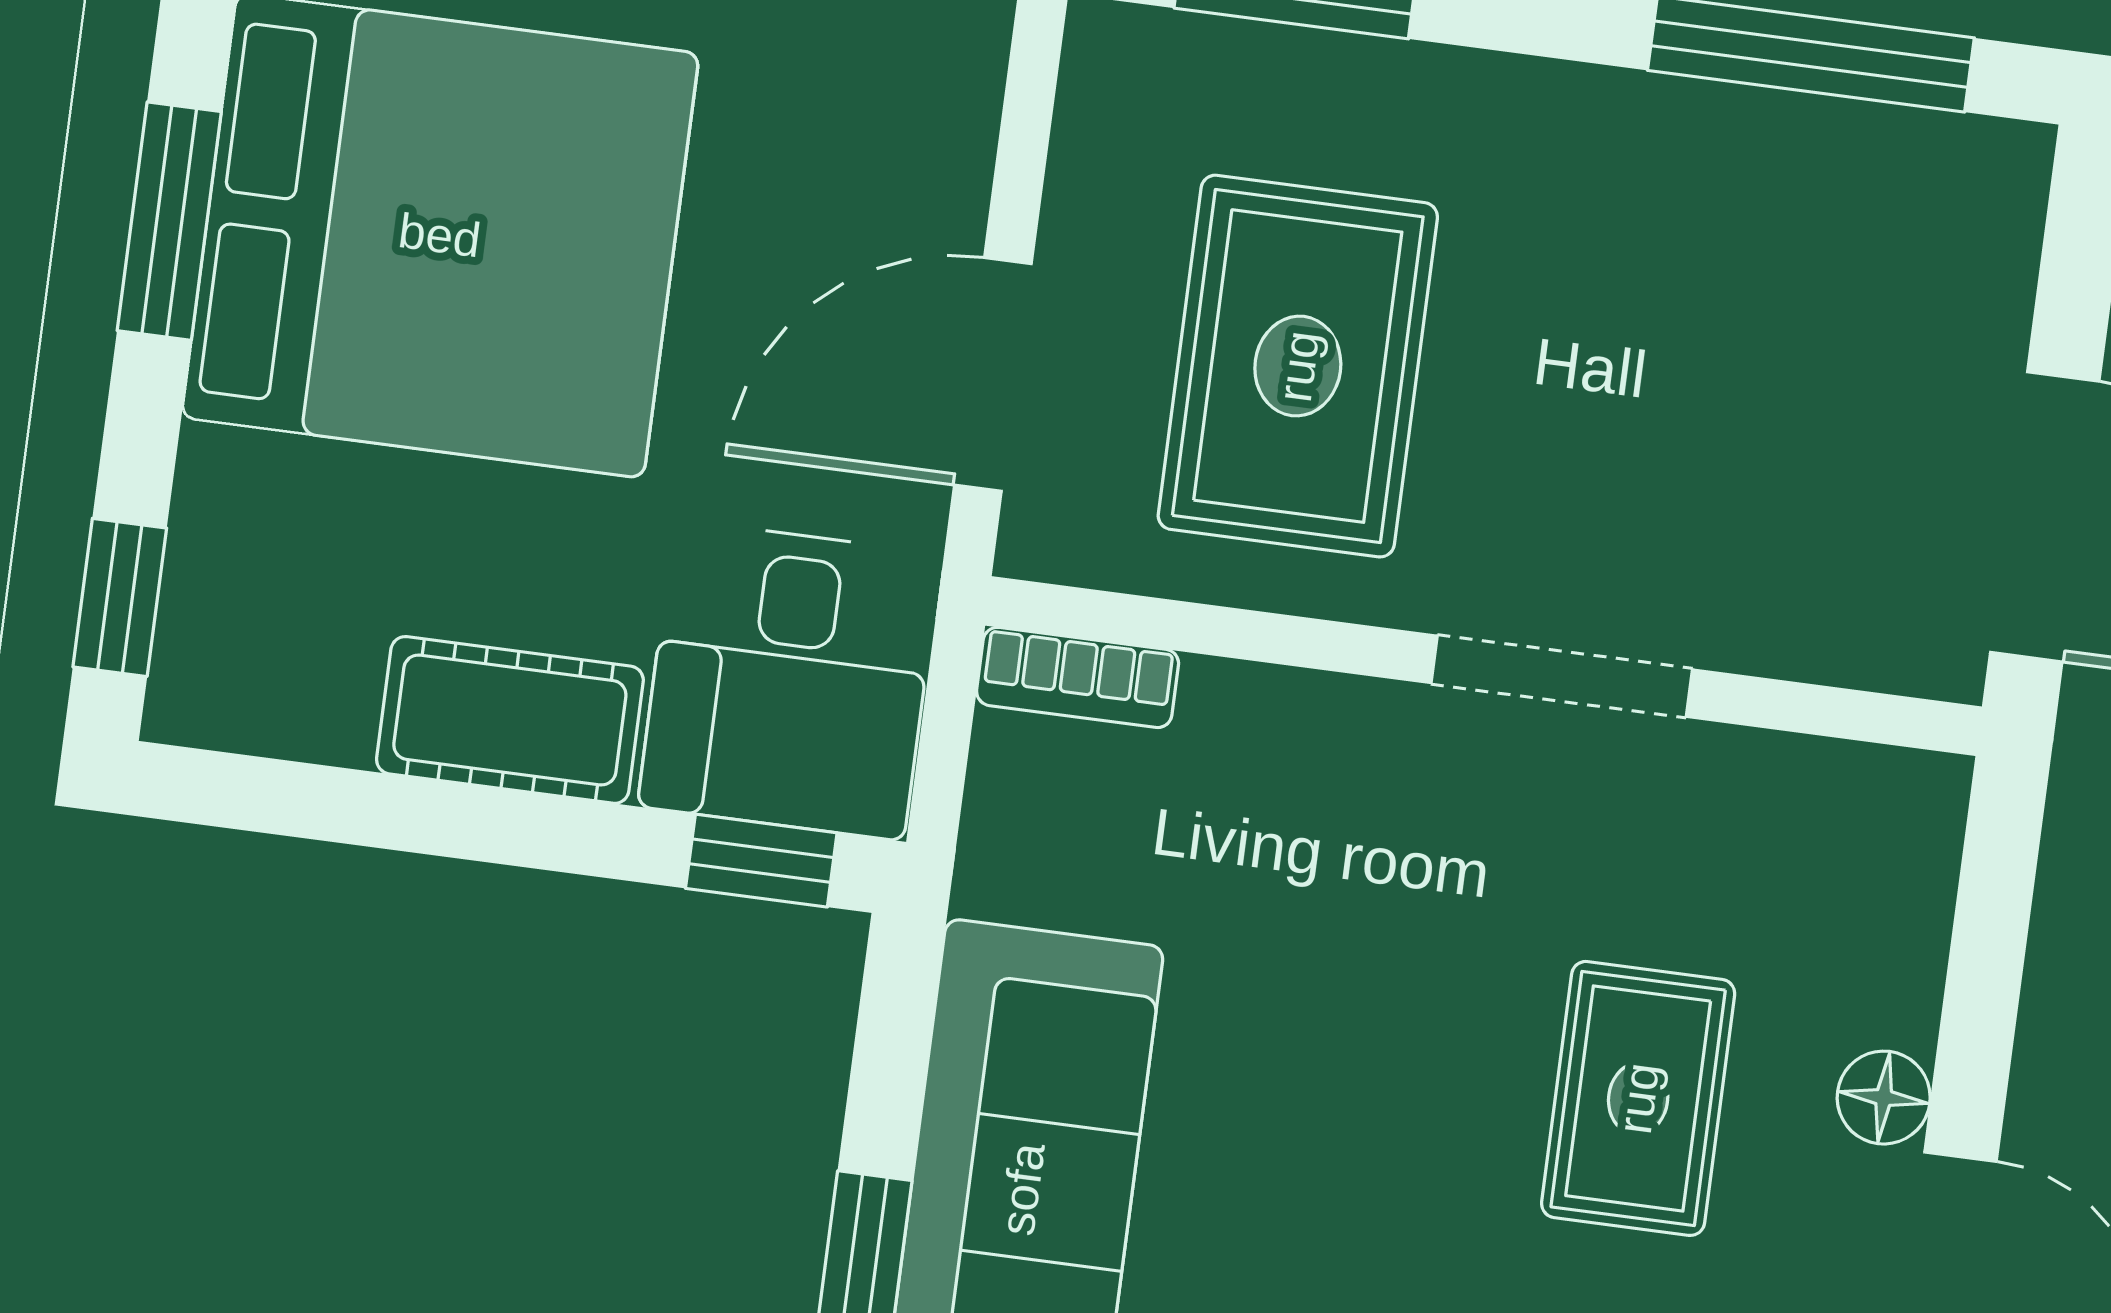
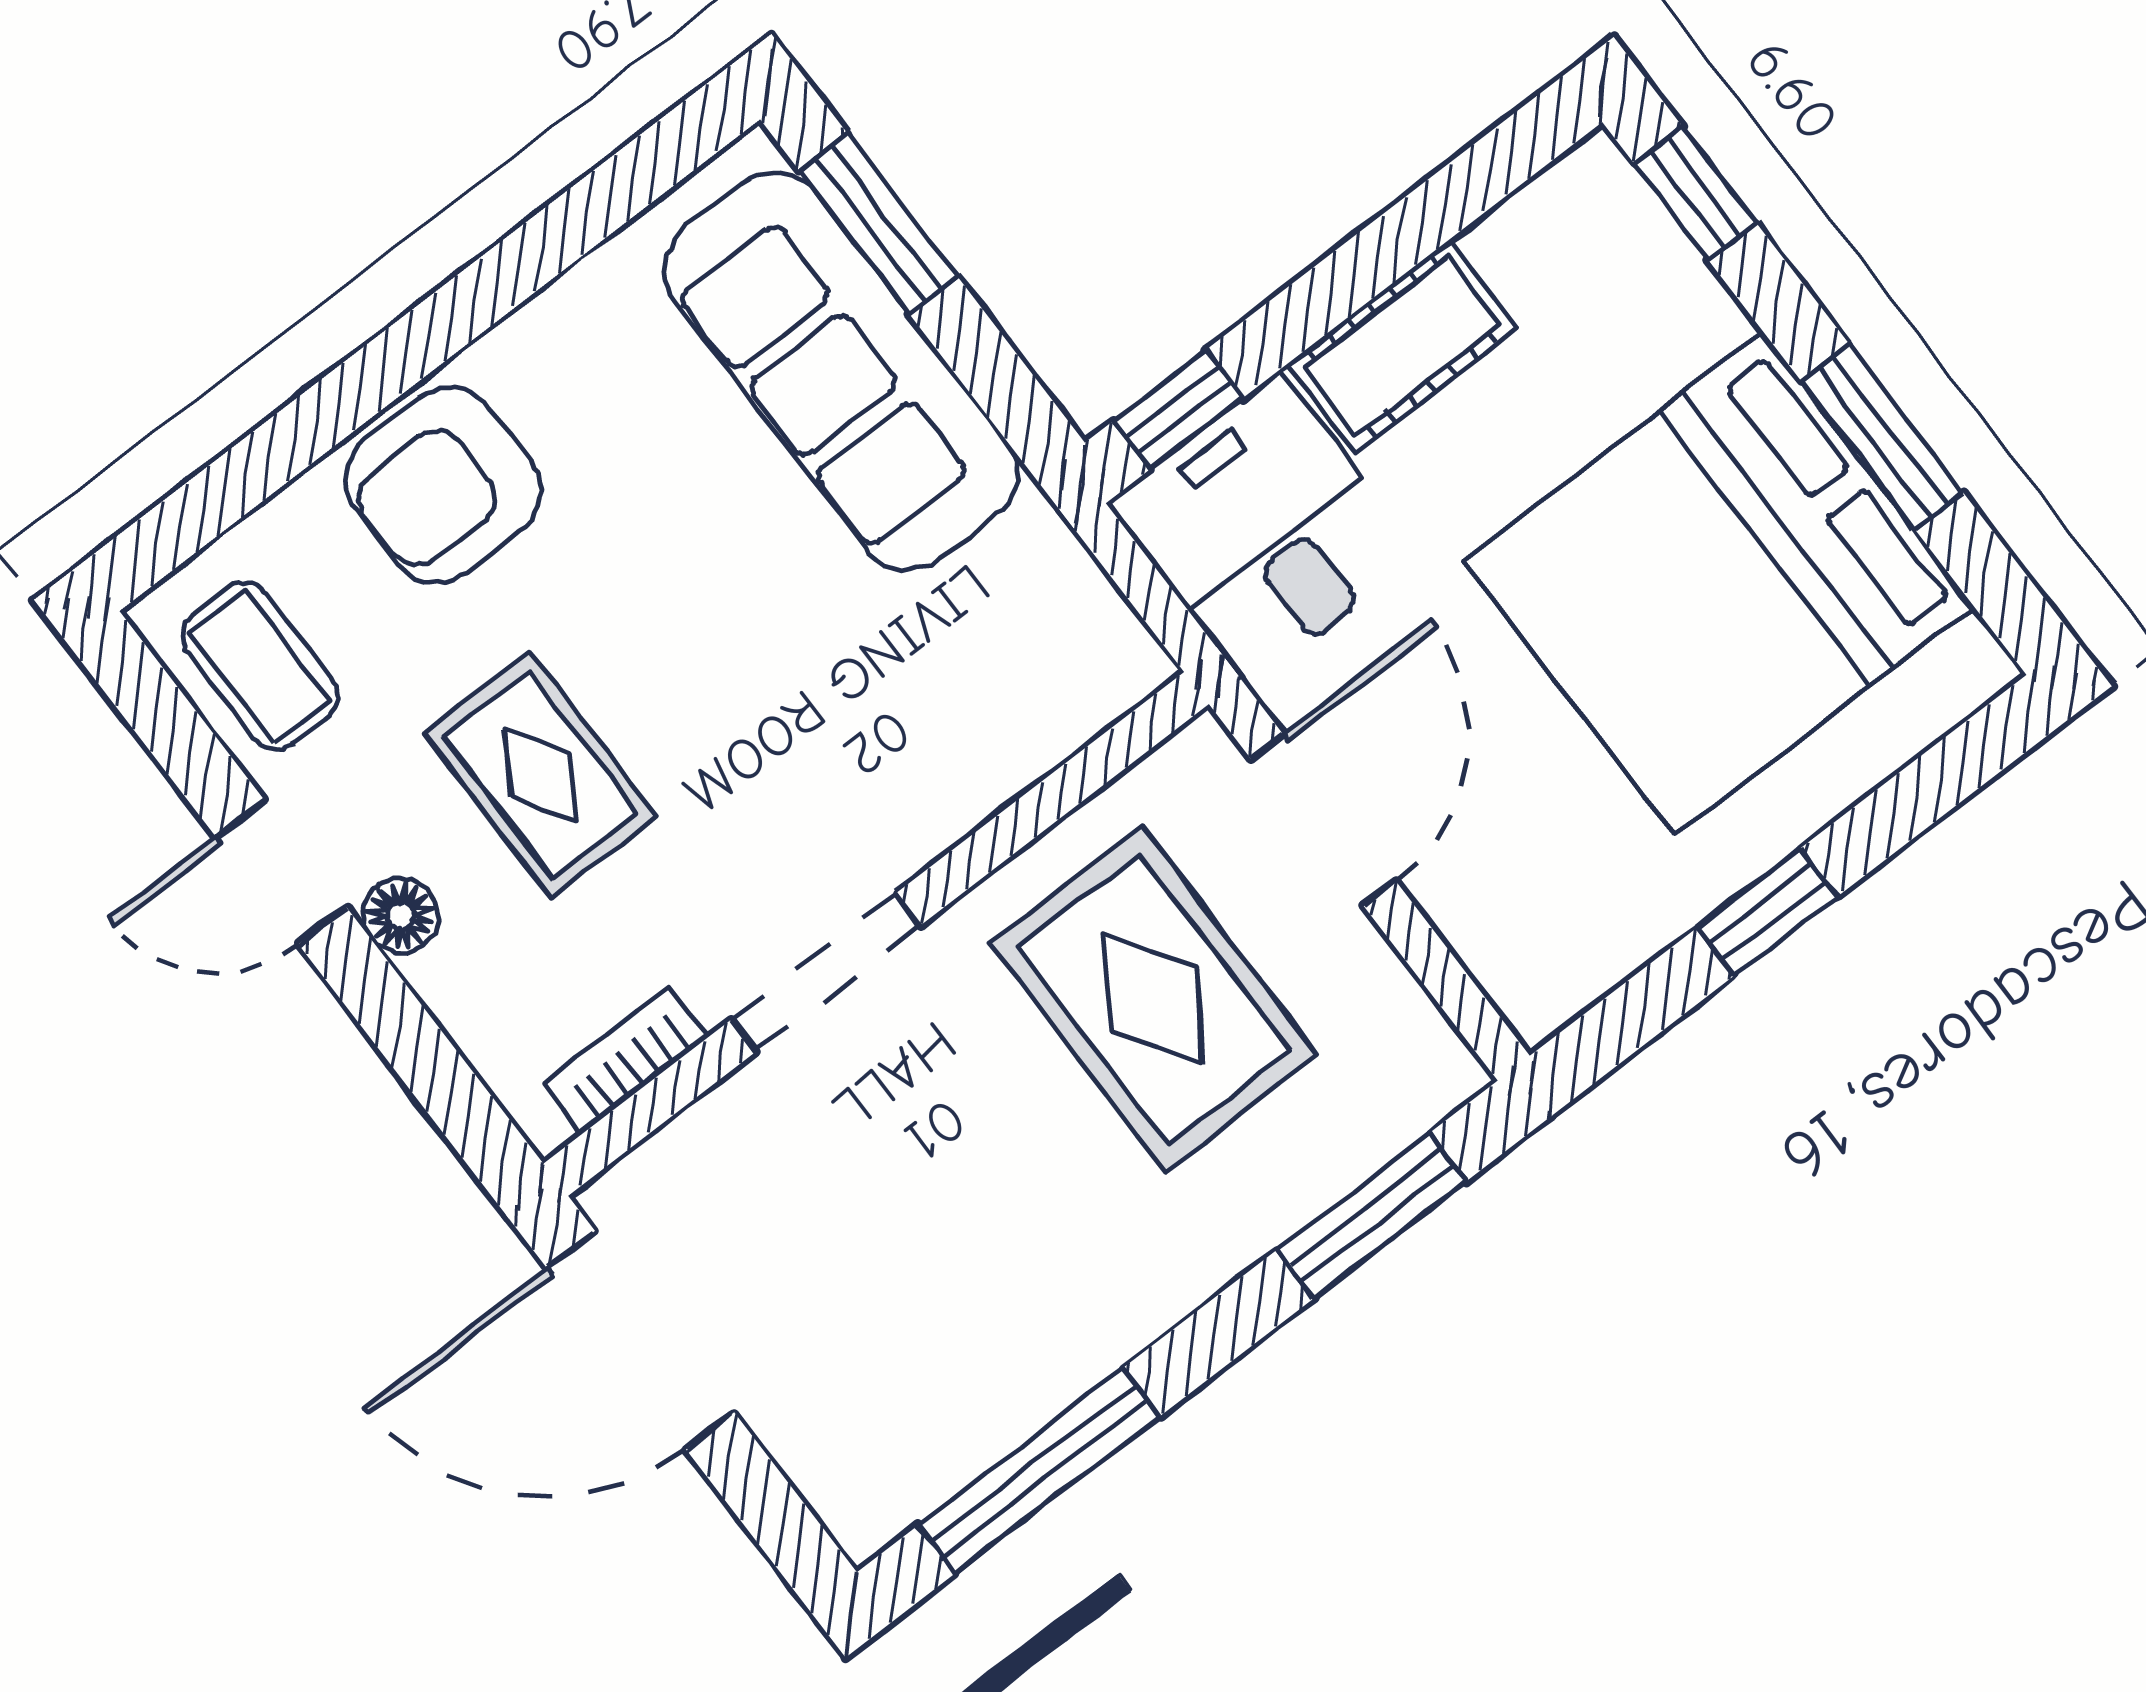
bookcase: (1078, 677) -> (626, 1060), moved

